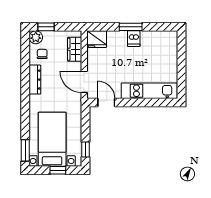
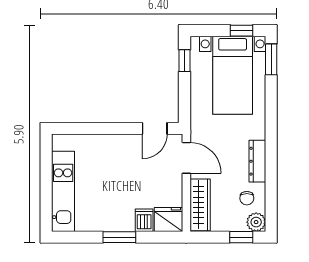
dishwasher: (134, 39) -> (144, 220), moved
wardrobe: (75, 49) -> (200, 205), width x1.50
kitchen unit: (149, 91) -> (63, 191), moved, turned -90
door: (106, 102) -> (155, 128), hinge flipped
window: (58, 170) -> (242, 31), moved

